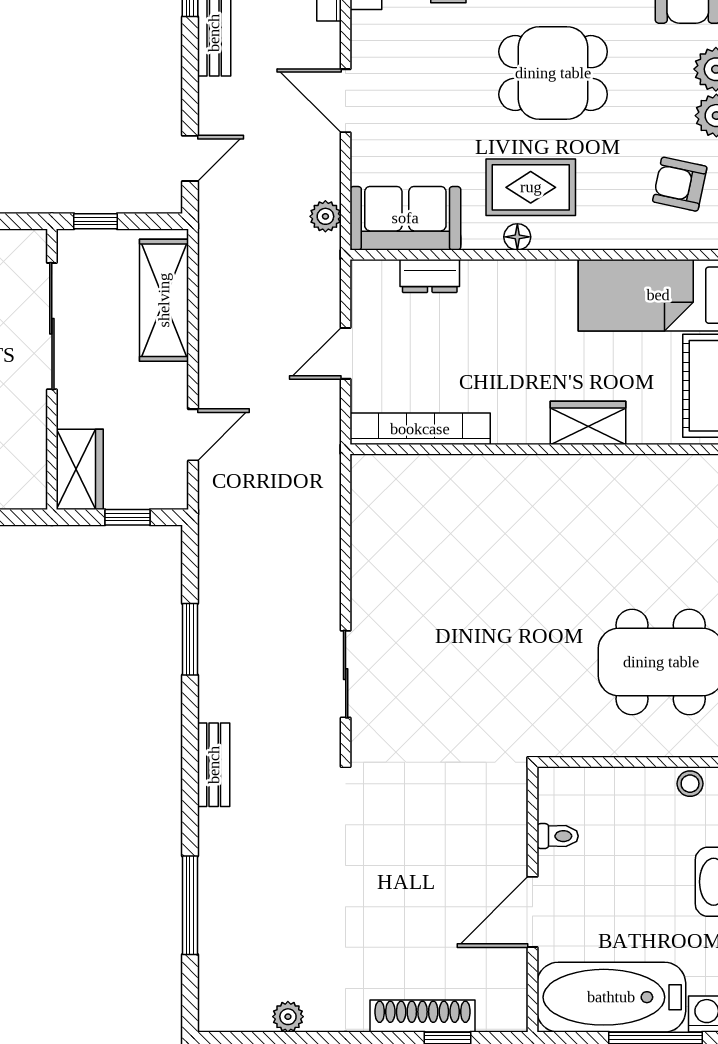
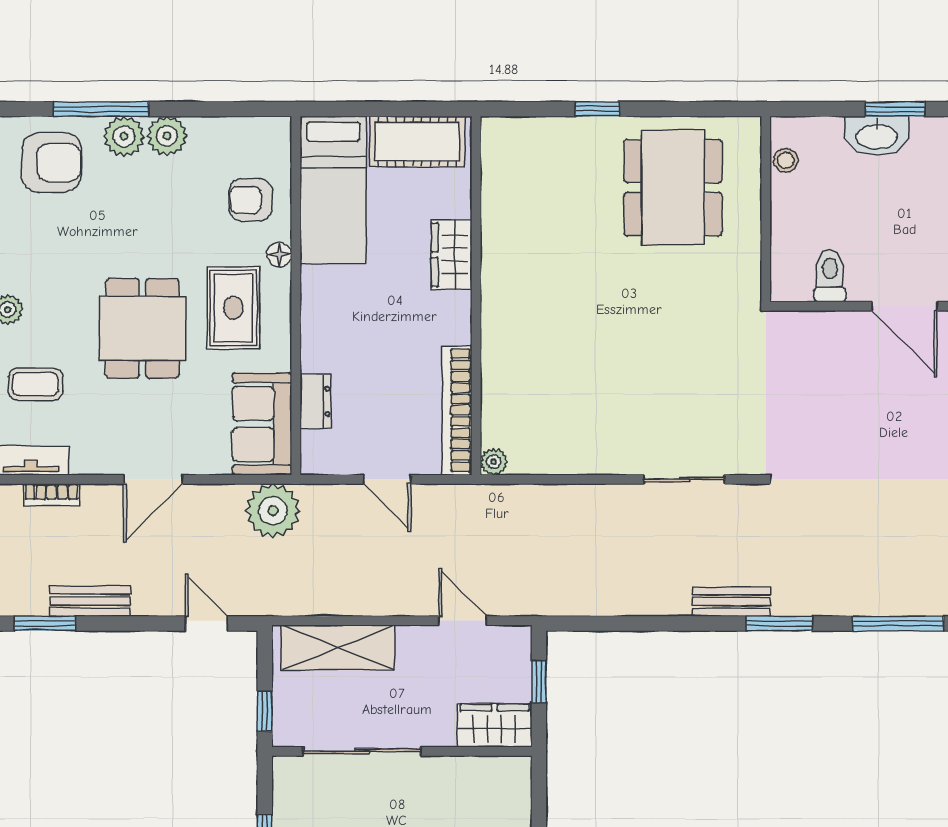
dining table: (553, 73) -> (142, 328), moved
armchair: (680, 184) -> (251, 200), moved, turned 78
plant: (325, 216) -> (273, 511), width x1.87, depth x1.87
floor lamp: (517, 237) -> (279, 255), moved
plant: (365, 468) -> (494, 462), added
window: (190, 639) -> (779, 623), moved
bench: (214, 765) -> (731, 602), moved
toilet: (558, 836) -> (830, 276), width x1.37, depth x1.39

